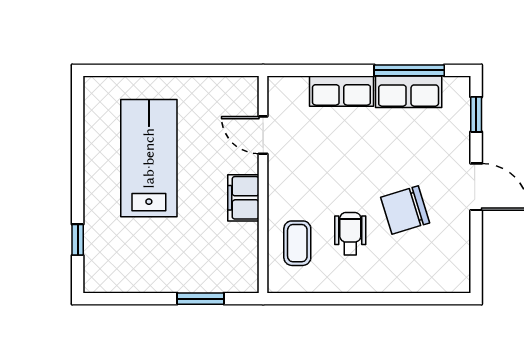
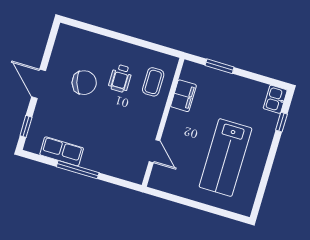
window: (409, 70) -> (78, 170), moved
row of seats: (341, 91) -> (101, 163), removed
filing cabinet: (243, 198) -> (183, 96), moved
kitchen sink: (98, 273) -> (275, 99), added

